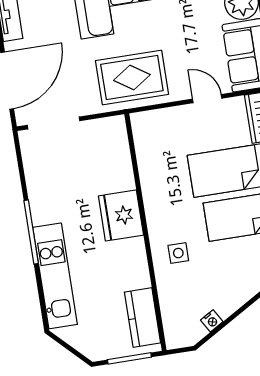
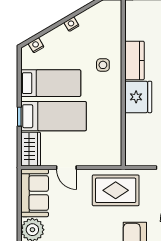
kitchen counter: (143, 317) -> (134, 60), moved
nightstand: (212, 321) -> (71, 24), moved

